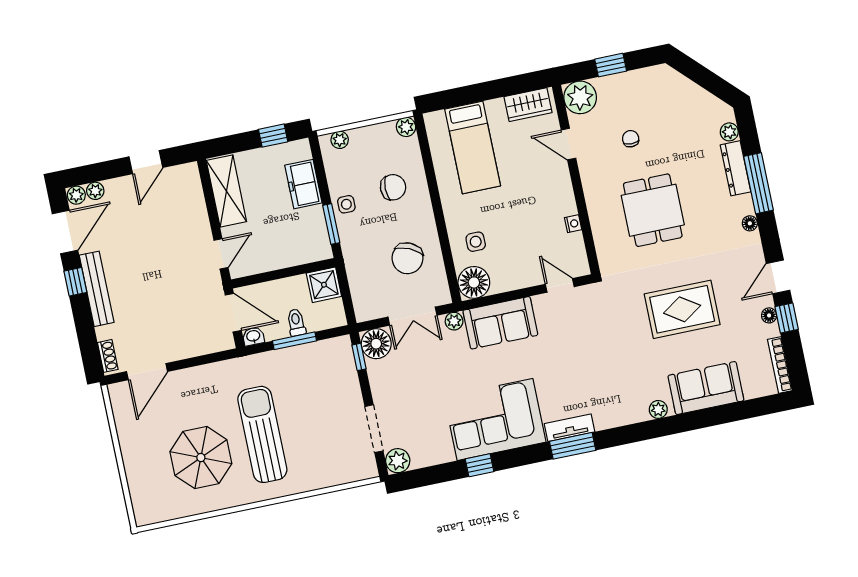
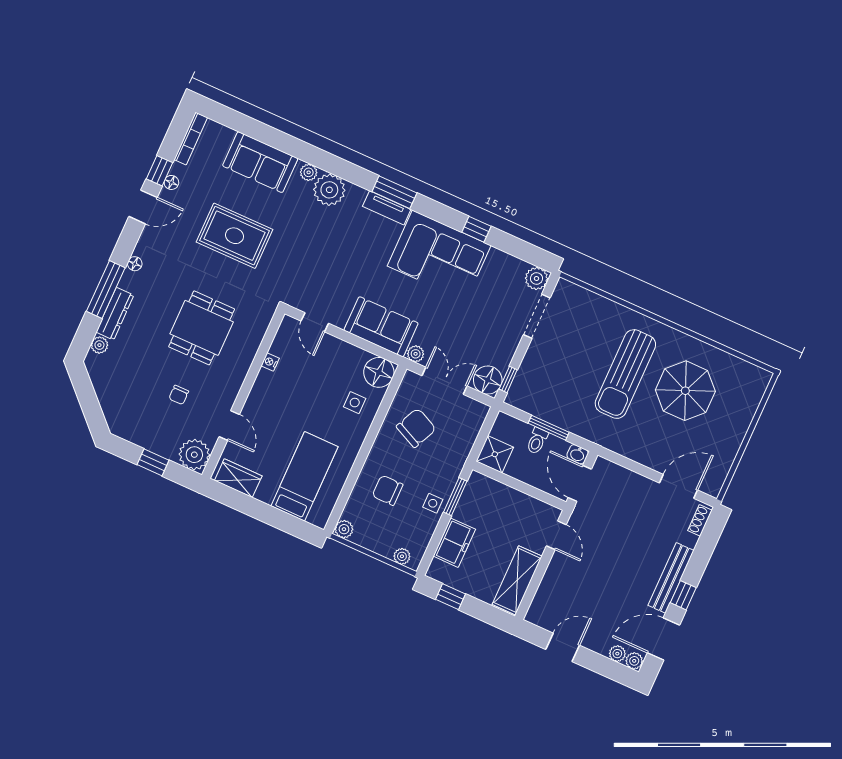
door: (221, 254) -> (556, 535), swing flipped
plant: (630, 407) -> (329, 190), added

